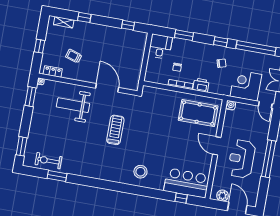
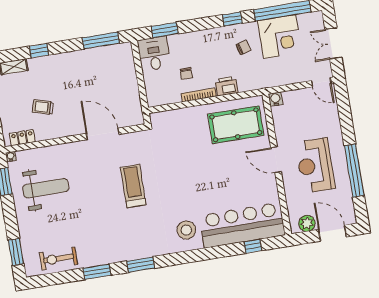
window: (128, 25) -> (101, 40), width x2.17
window: (184, 35) -> (165, 30), moved
corner desk: (246, 85) -> (280, 37), moved, turned 180
weight bench: (73, 105) -> (46, 188), moved, turned 180
window: (269, 159) -> (354, 171), moved
window: (57, 176) -> (97, 272), moved
bar counter: (187, 183) -> (242, 225), width x1.36
window: (102, 184) -> (141, 265), added

